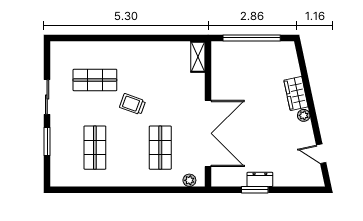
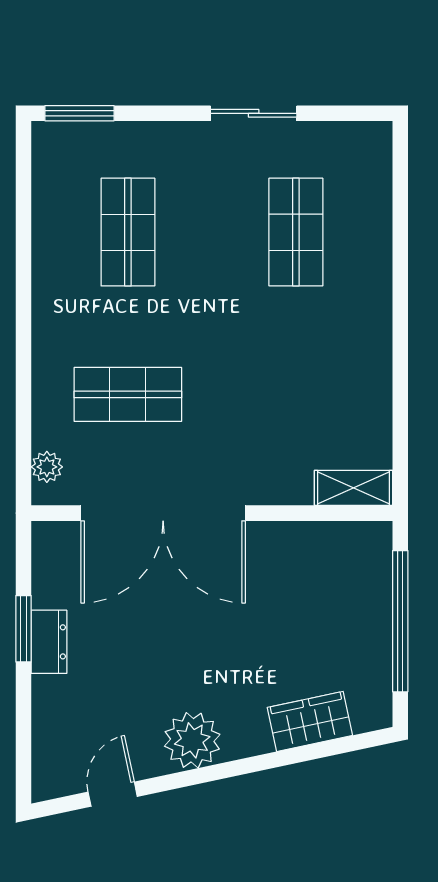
wardrobe: (296, 93) -> (310, 721), moved
trolley: (133, 104) -> (236, 326), removed
plant: (304, 115) -> (192, 740), width x1.88, depth x1.88
window: (47, 142) -> (80, 113), moved
shop shelf: (95, 148) -> (128, 232), turned 90

